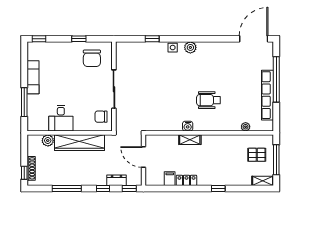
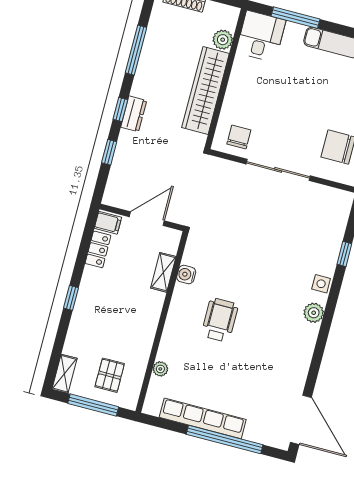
desk: (61, 118) -> (261, 36), moved, turned 90
door: (143, 157) -> (147, 219), moved
wall: (143, 160) -> (142, 217), moved
dresser: (117, 180) -> (134, 114), moved

